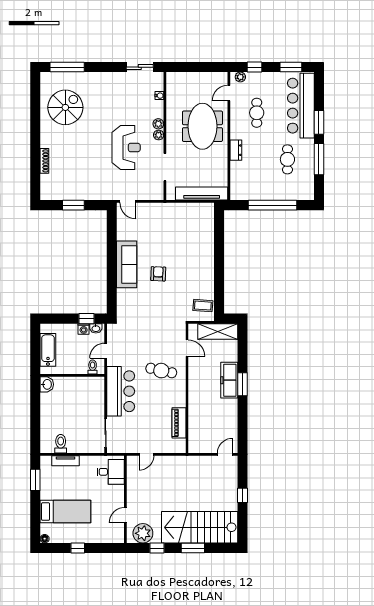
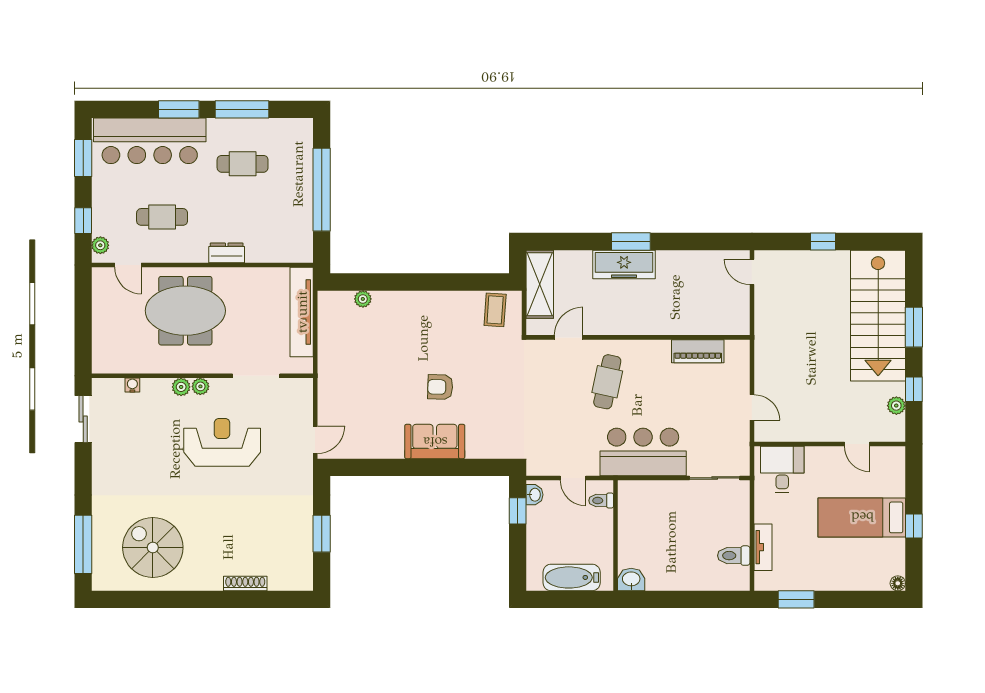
plant: (209, 229) -> (363, 299), added
sofa: (127, 264) -> (435, 442), width x0.73
washing machine: (84, 329) -> (535, 516), removed
bed: (65, 512) -> (862, 517), moved, turned -90
plant: (143, 533) -> (896, 406), width x0.53, depth x0.53

